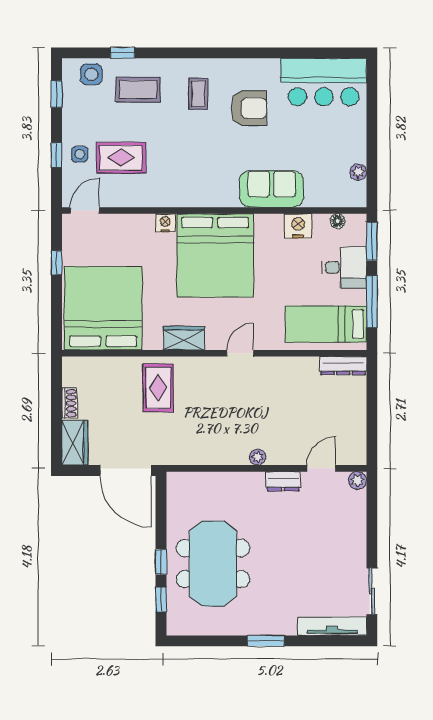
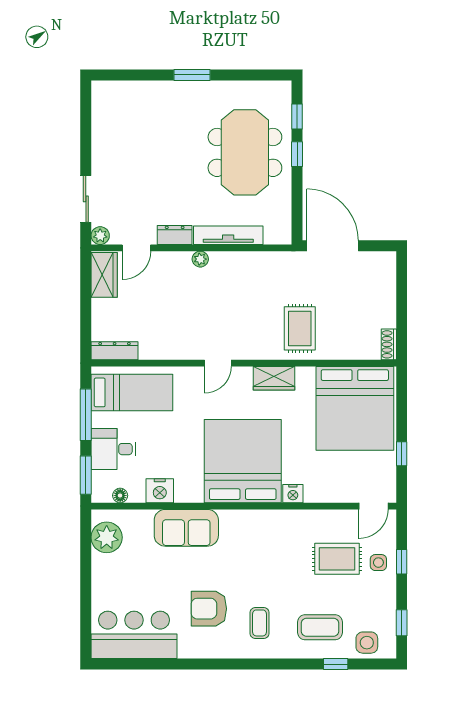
plant: (358, 172) -> (107, 537), width x1.88, depth x1.88
shoe rack: (69, 403) -> (389, 344), moved
wardrobe: (75, 443) -> (104, 275), moved, turned 180
sliding door: (372, 591) -> (86, 199), moved
tv unit: (332, 626) -> (228, 235), moved, turned 180

